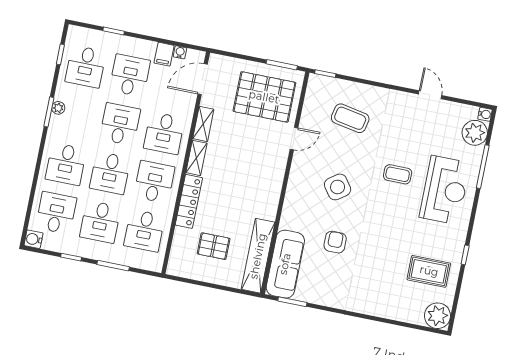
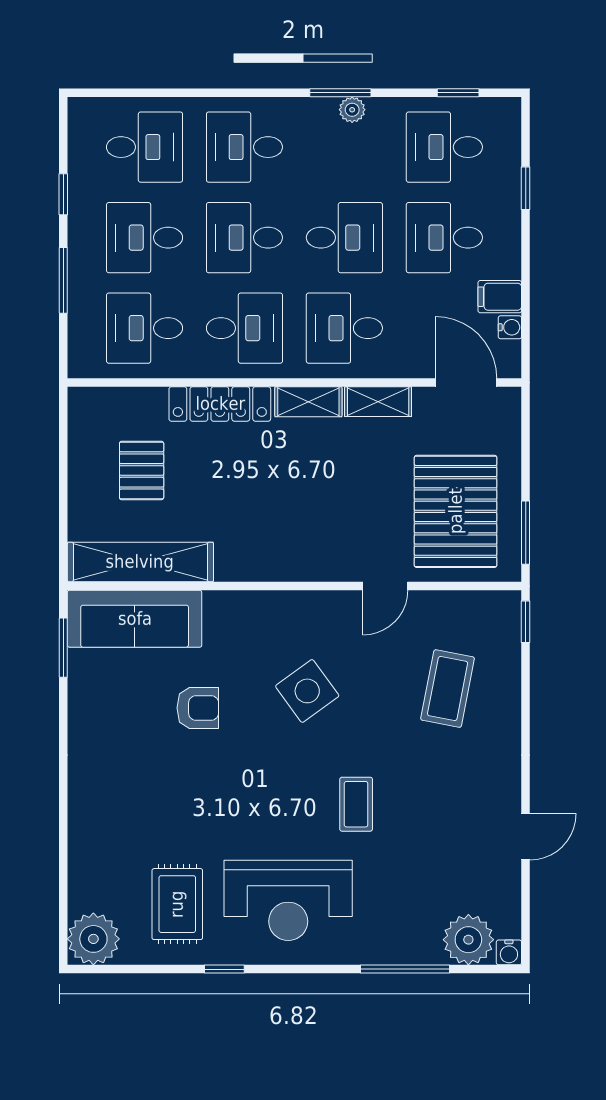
desk: (130, 75) -> (444, 238), turned 180
door: (294, 139) -> (385, 586), hinge flipped
reception desk: (445, 190) -> (288, 900), moved
water cooler: (34, 239) -> (84, 113), removed

